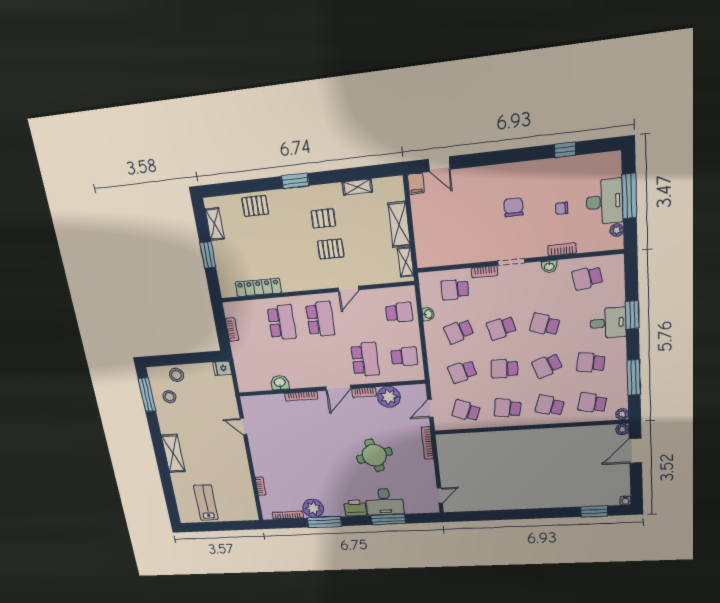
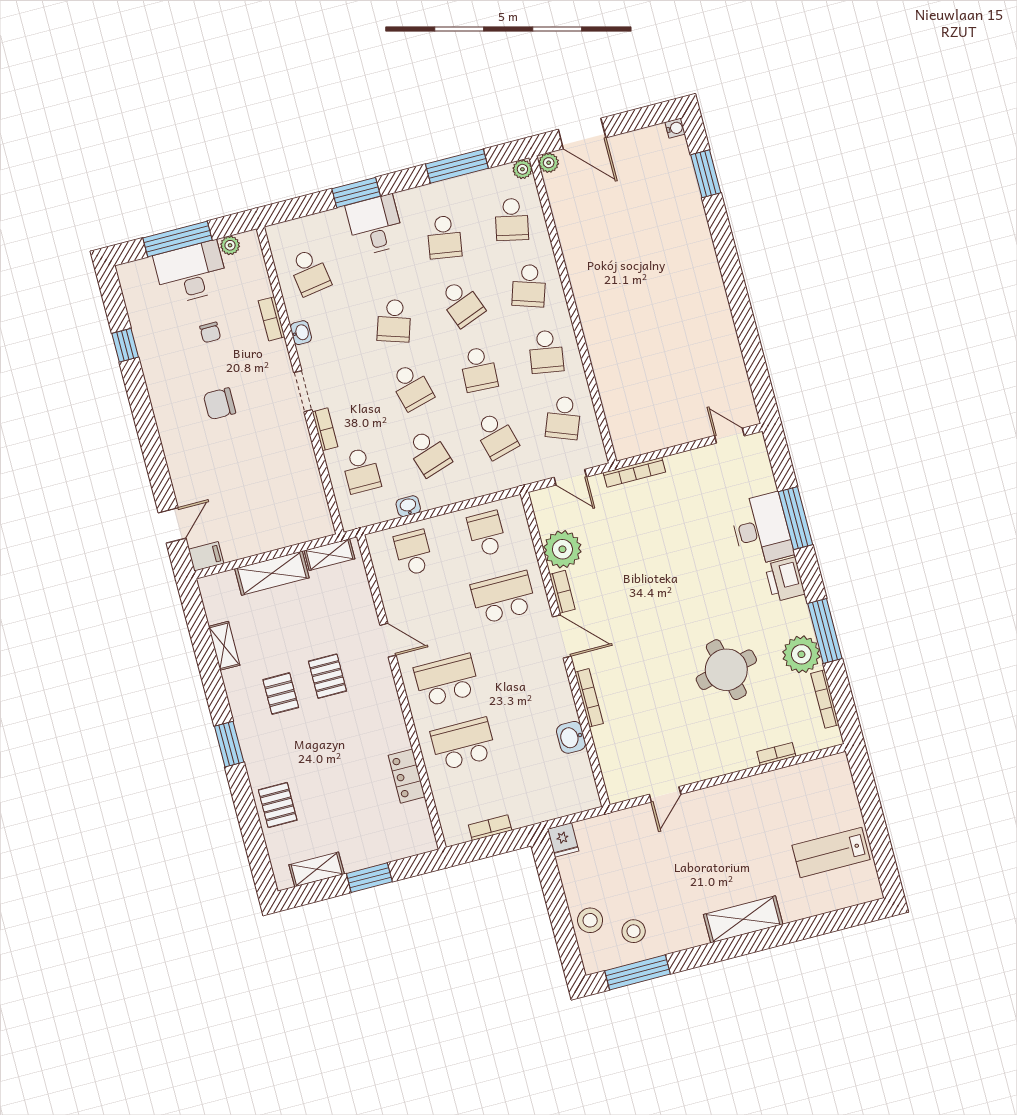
locker: (258, 287) -> (407, 776), width x0.66
round table: (374, 455) -> (726, 670), moved

